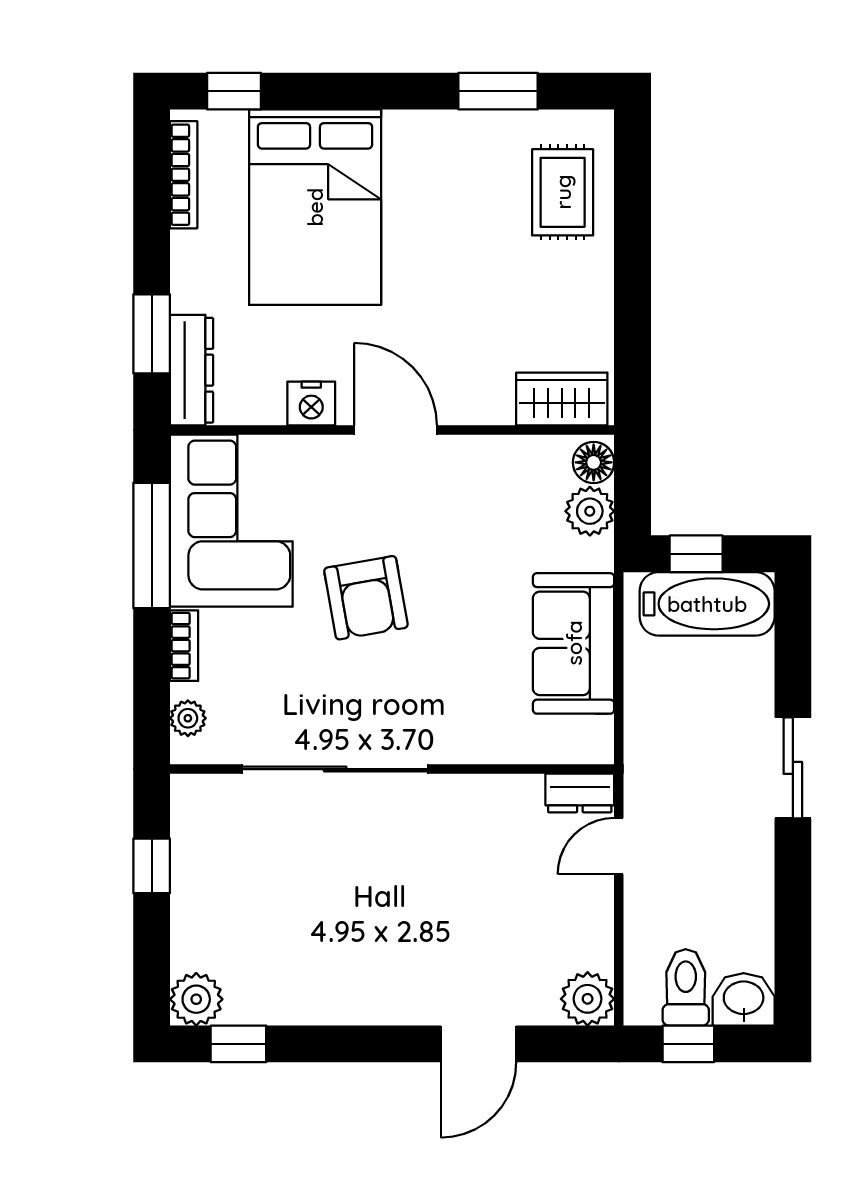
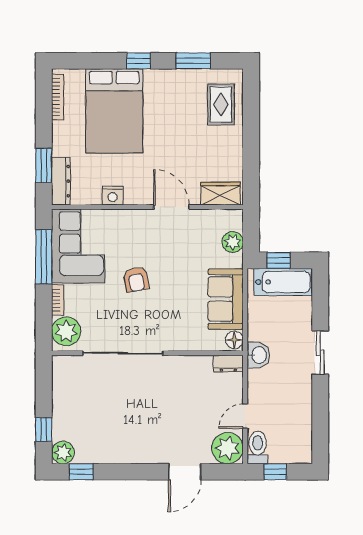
window: (234, 91) -> (139, 61), moved
door: (395, 430) -> (171, 207), moved
floor lamp: (594, 462) -> (234, 340), moved
armchair: (366, 598) -> (136, 279), width x0.72, depth x0.72
plant: (188, 718) -> (66, 331), width x1.88, depth x1.88
door: (619, 846) -> (245, 416), moved
window: (152, 866) -> (44, 430), moved
toilet: (686, 987) -> (258, 447), moved
plant: (588, 999) -> (227, 448), width x1.36, depth x1.36
washbasin: (744, 999) -> (258, 355), moved, turned 90

